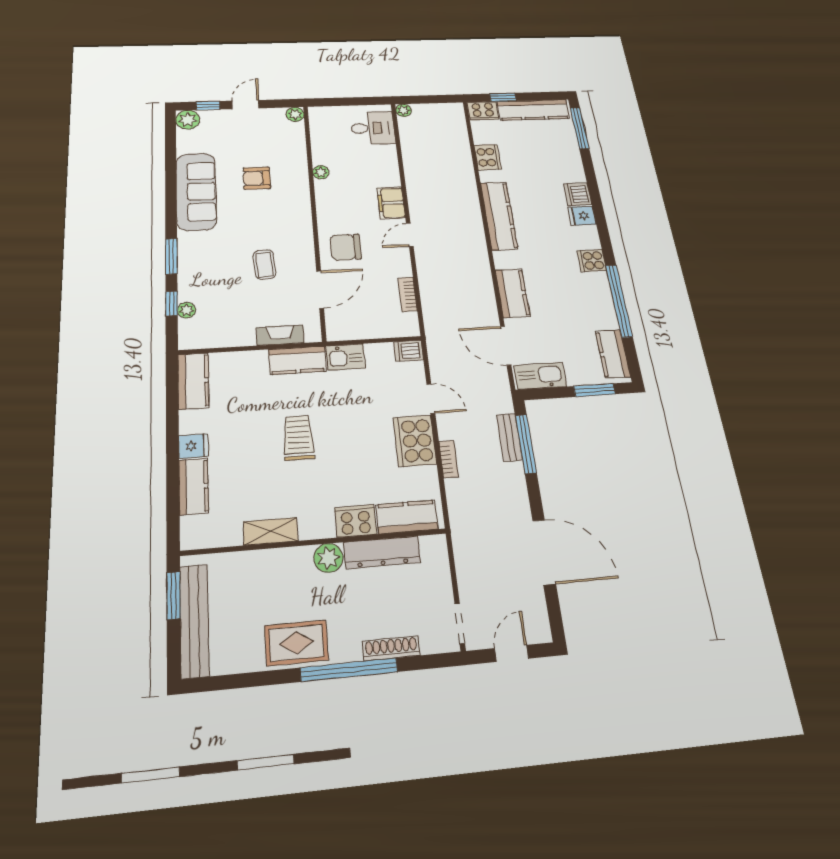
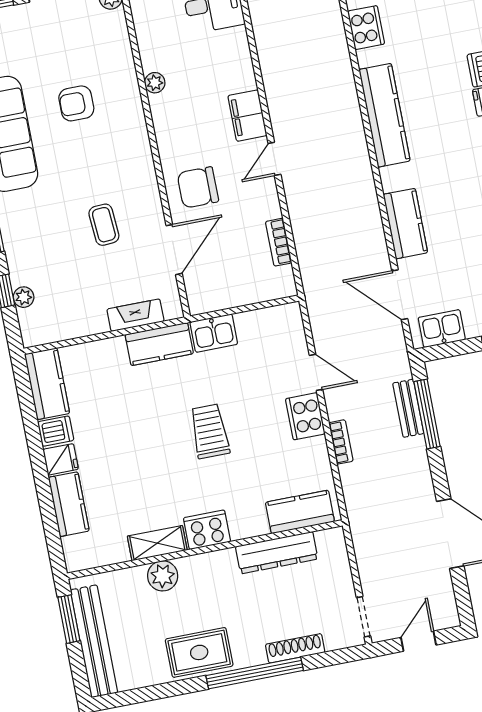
dishwasher: (409, 351) -> (56, 431), moved, turned 180
kitchen sink: (540, 376) -> (442, 329), width x0.73
trolley: (298, 438) -> (210, 431), moved
cooker: (415, 441) -> (305, 416), width x0.73, depth x0.76
cooker: (356, 521) -> (207, 530), moved
plant: (328, 558) -> (163, 576), moved

